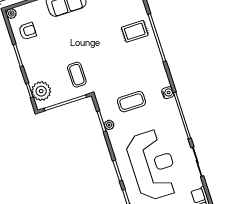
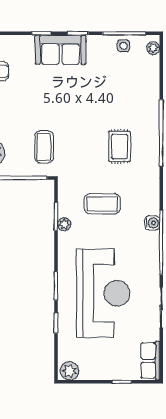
rug: (135, 31) -> (119, 146), moved, turned 90
water cooler: (168, 93) -> (152, 223), moved

